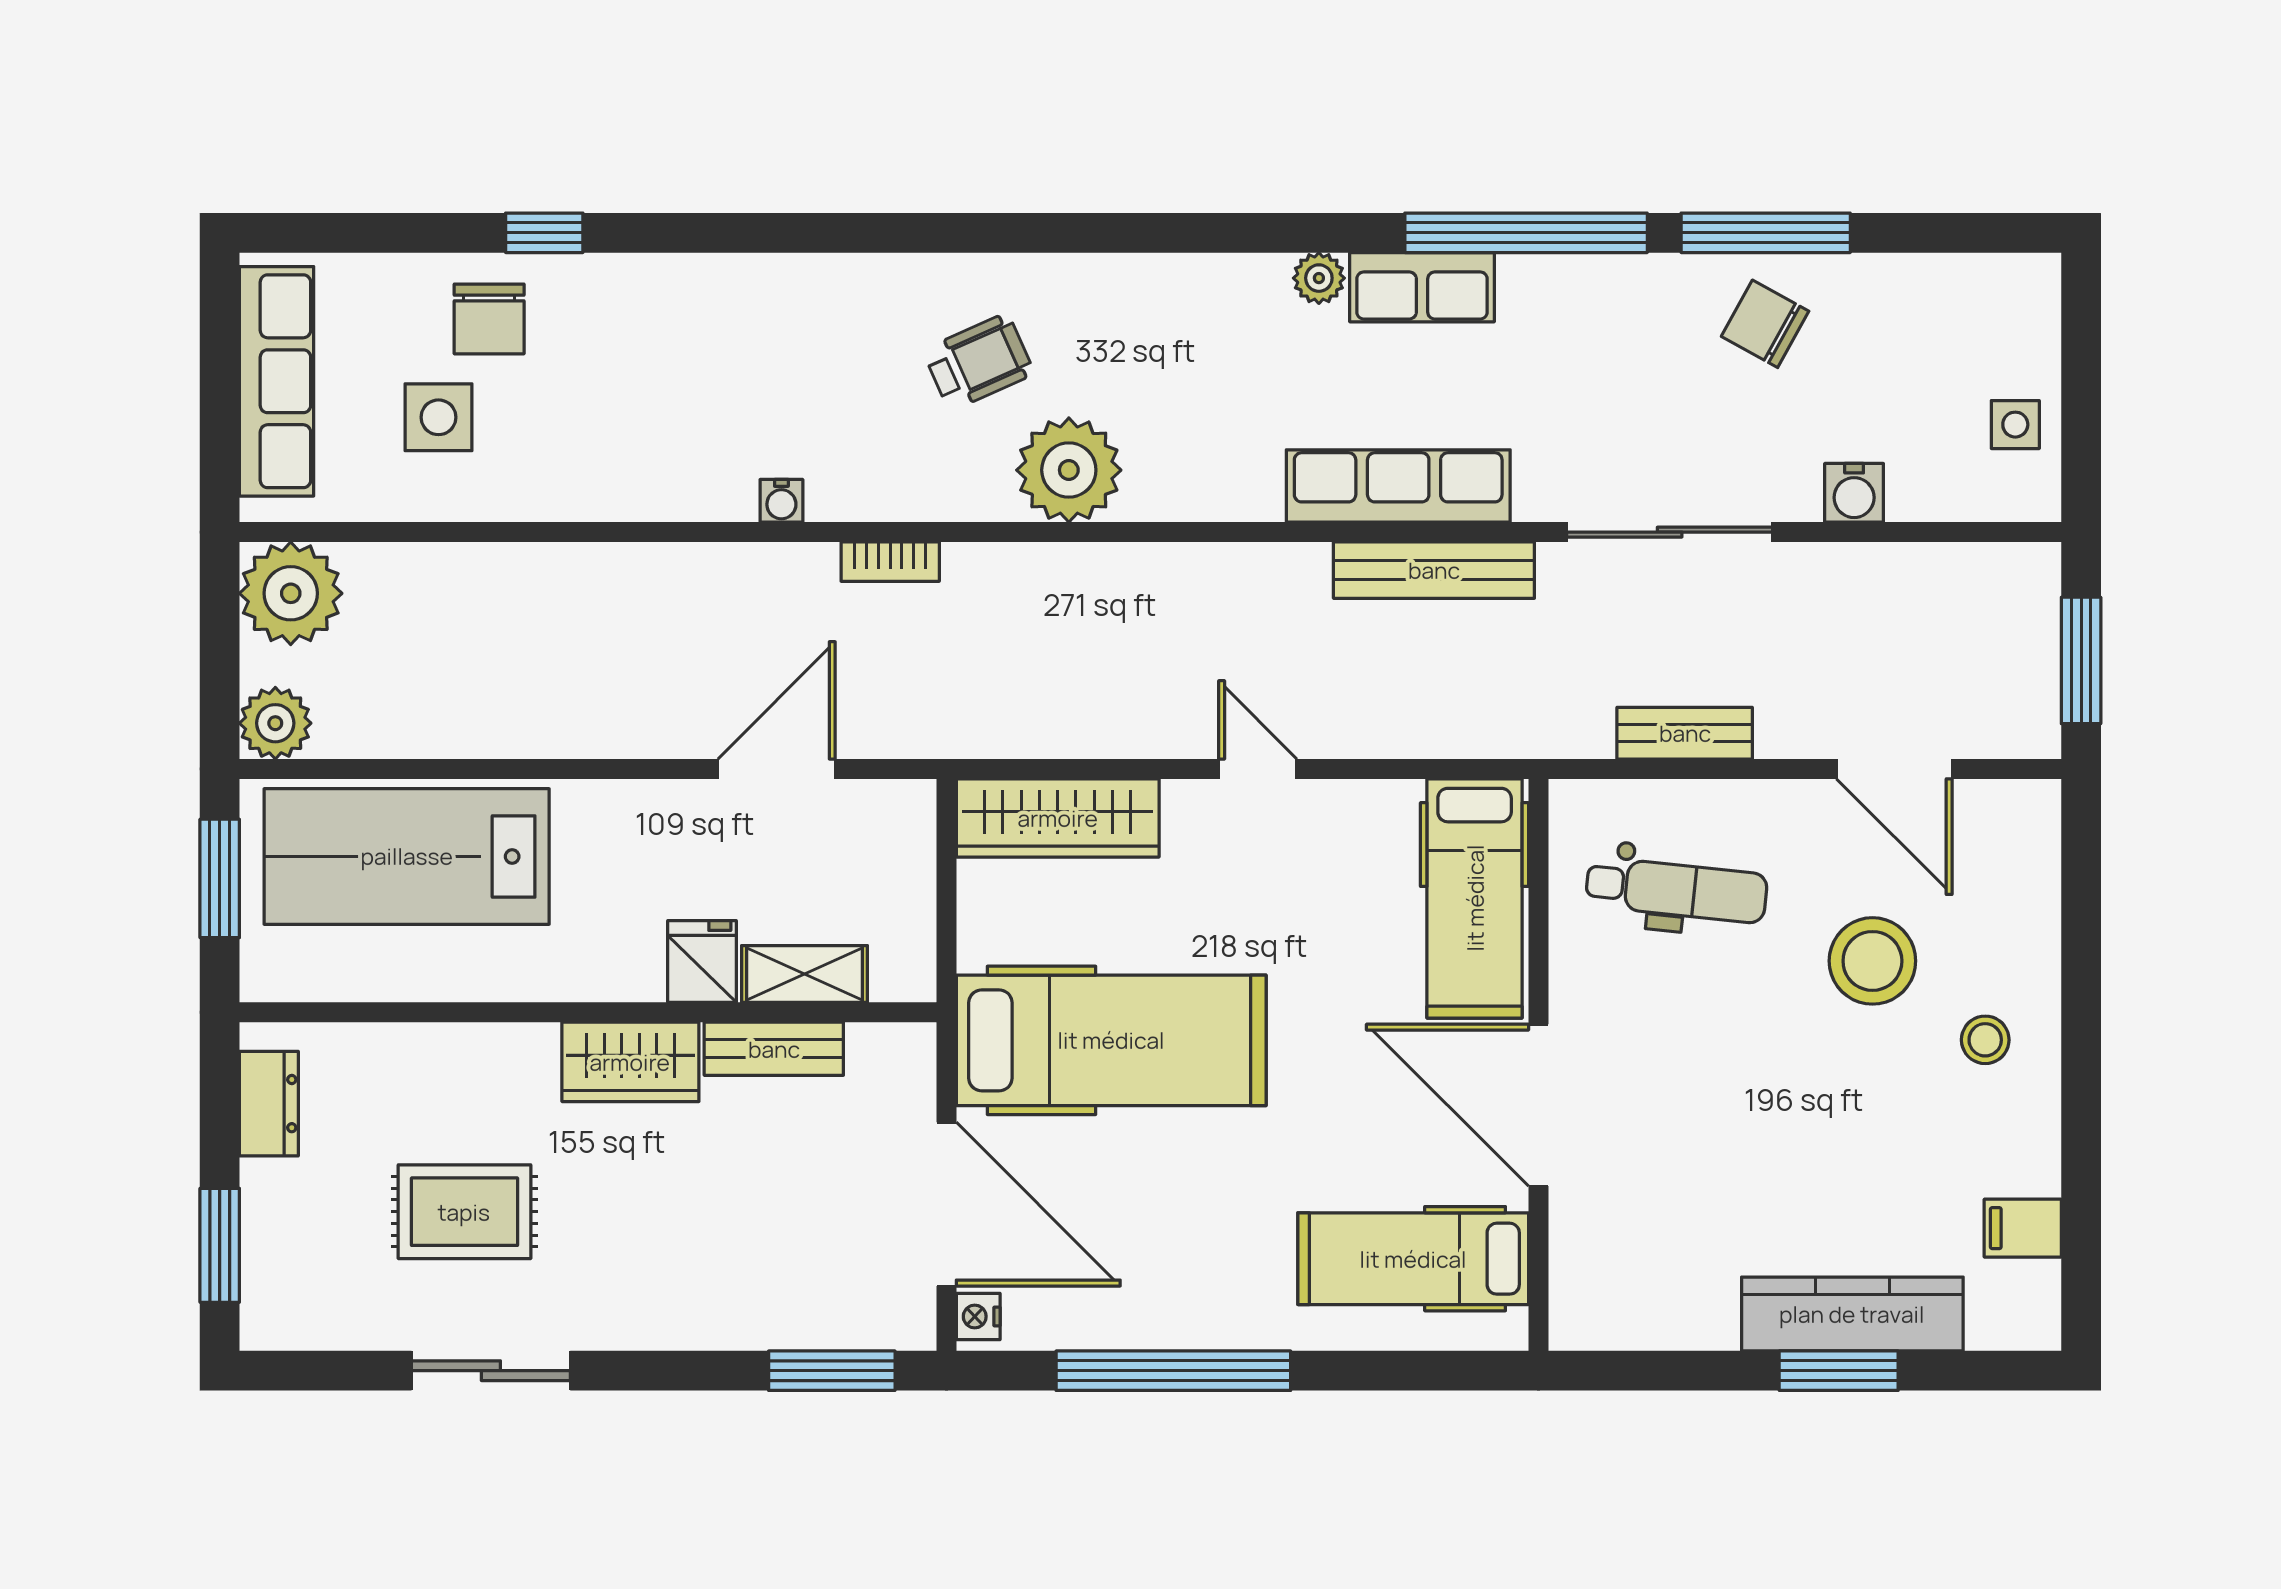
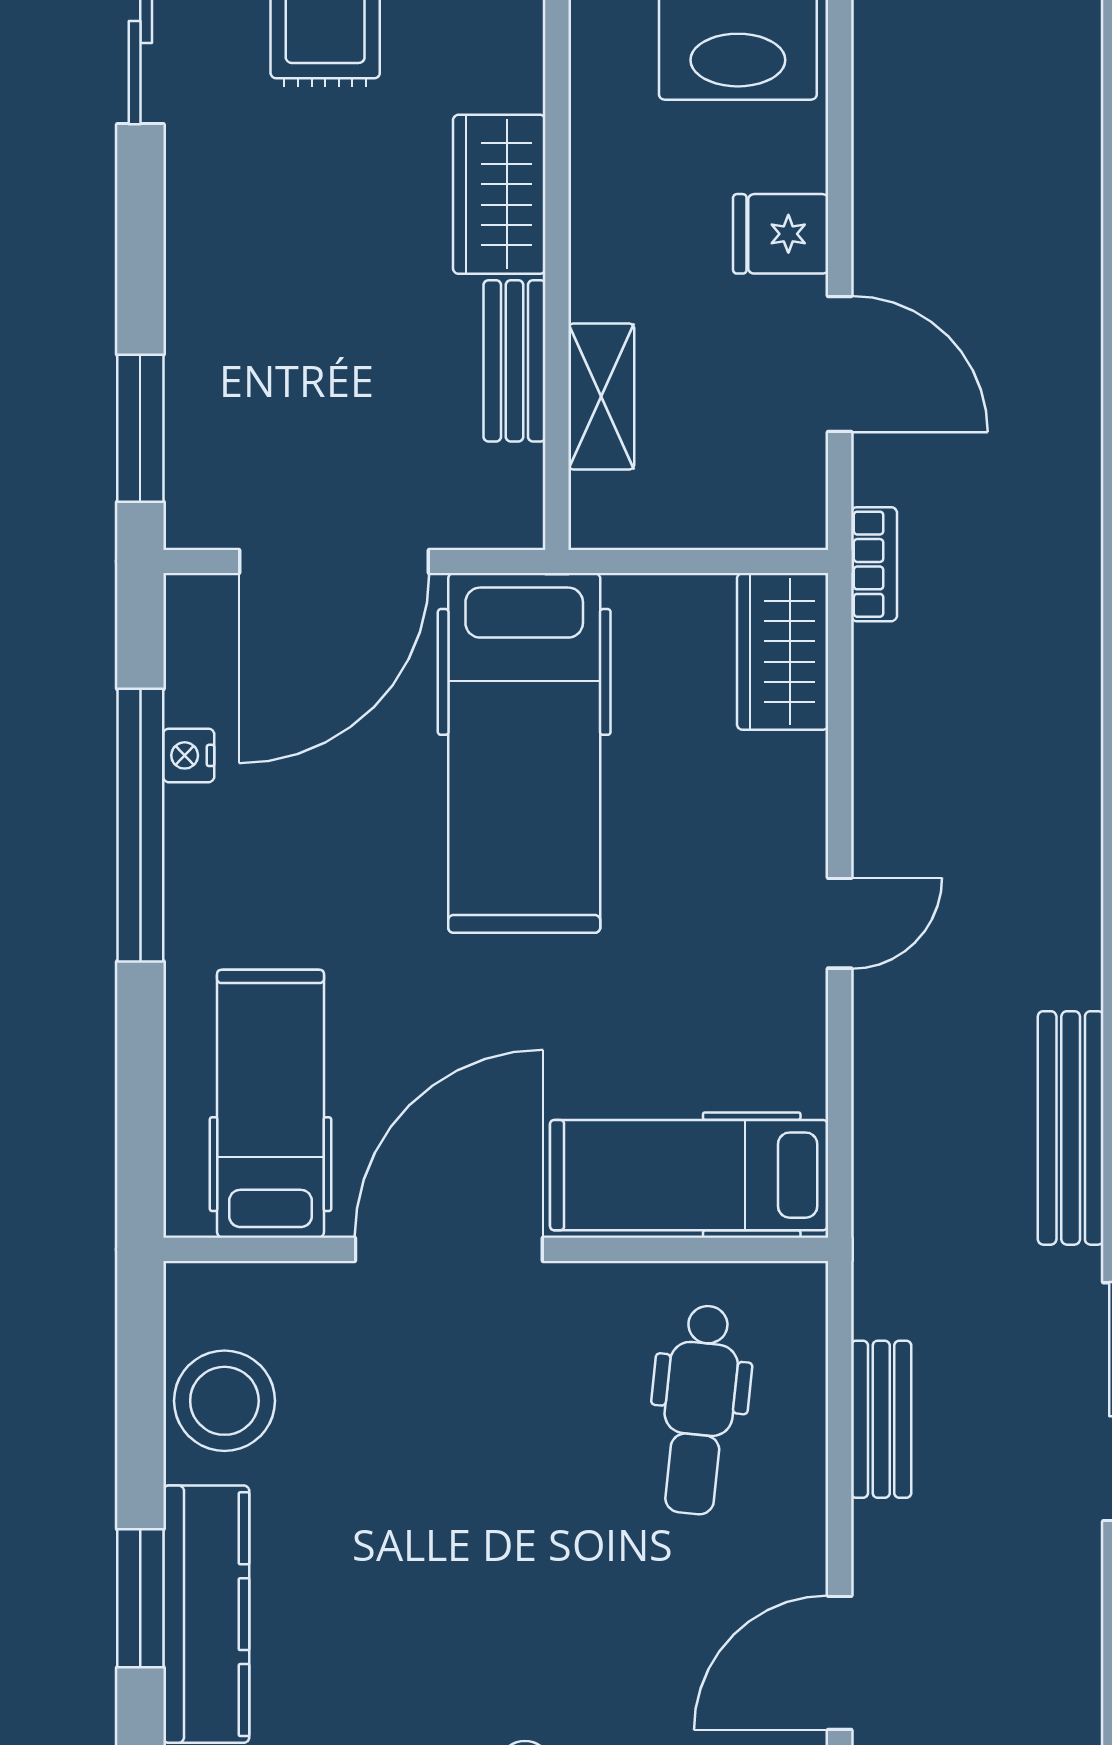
bookcase: (890, 562) -> (874, 564), moved, turned 180
wardrobe: (1058, 818) -> (783, 651), width x0.67
fridge: (702, 961) -> (781, 234), moved, turned 180
stool: (1872, 961) -> (224, 1401), moved
nightstand: (978, 1316) -> (189, 755), moved, turned -90

